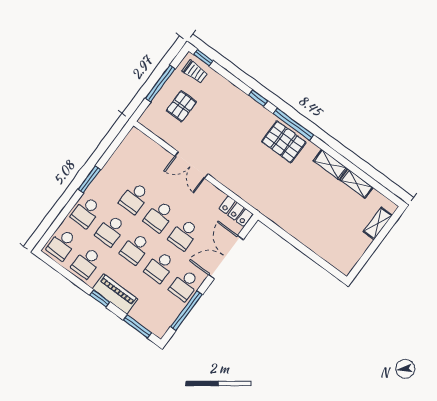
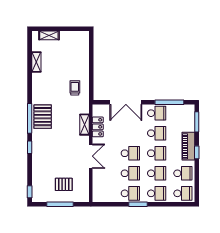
trolley: (195, 72) -> (75, 88), moved
shelving: (330, 164) -> (85, 125), moved
locker: (236, 211) -> (98, 127), moved
school desk: (184, 235) -> (130, 193), moved

